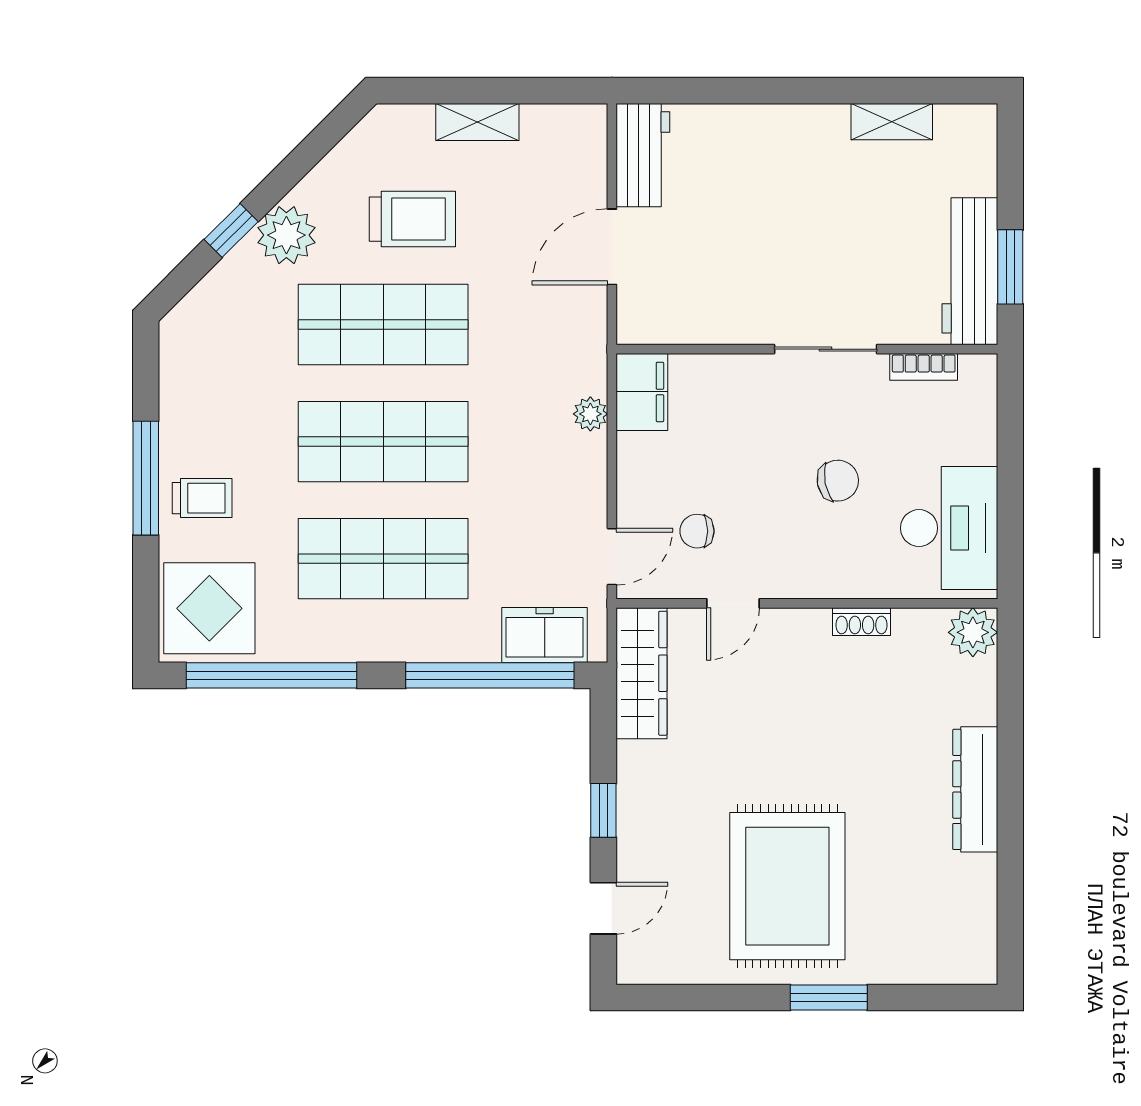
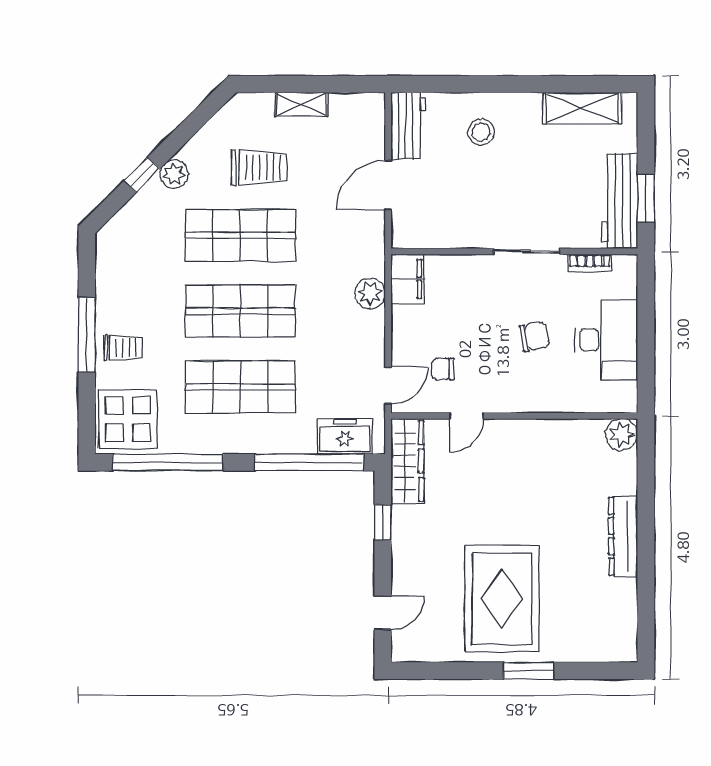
shelving: (892, 122) -> (582, 108), width x1.50, depth x1.33
stool: (755, 165) -> (481, 132), added
plant: (286, 235) -> (174, 174), width x0.73, depth x0.73
plant: (590, 414) -> (370, 293), width x1.38, depth x1.38
desk: (949, 528) -> (606, 340), moved
shoe rack: (861, 622) -> (550, 428), removed
window: (603, 810) -> (383, 522), moved

